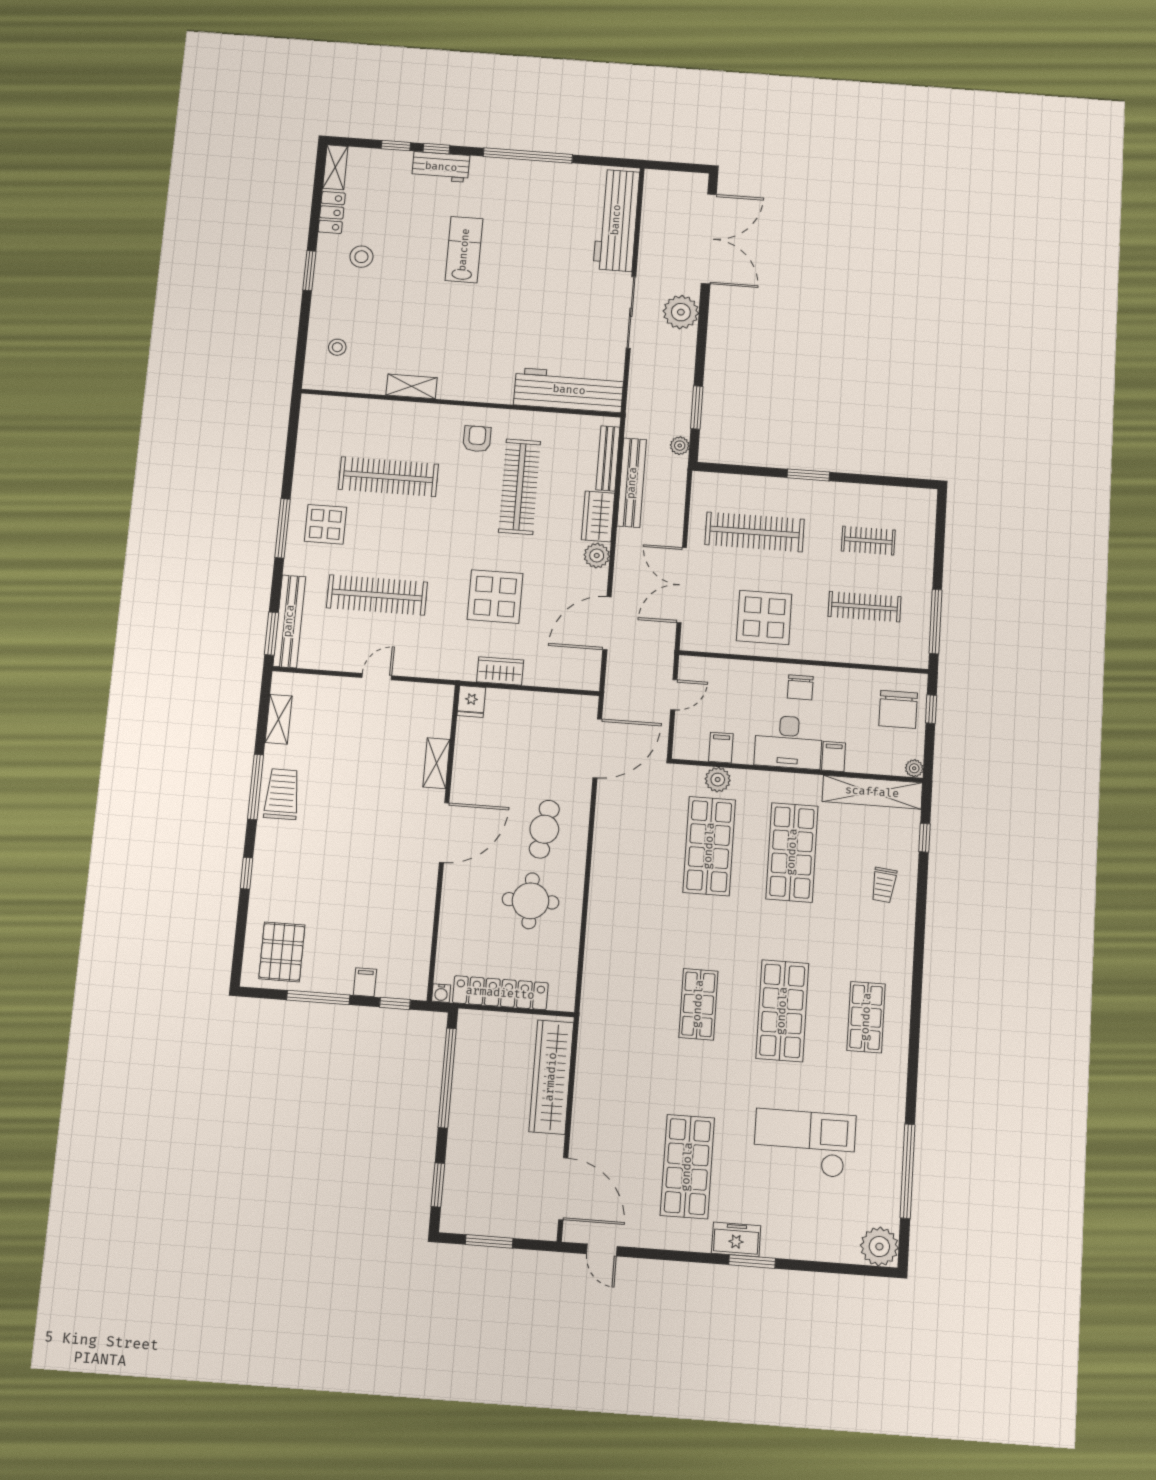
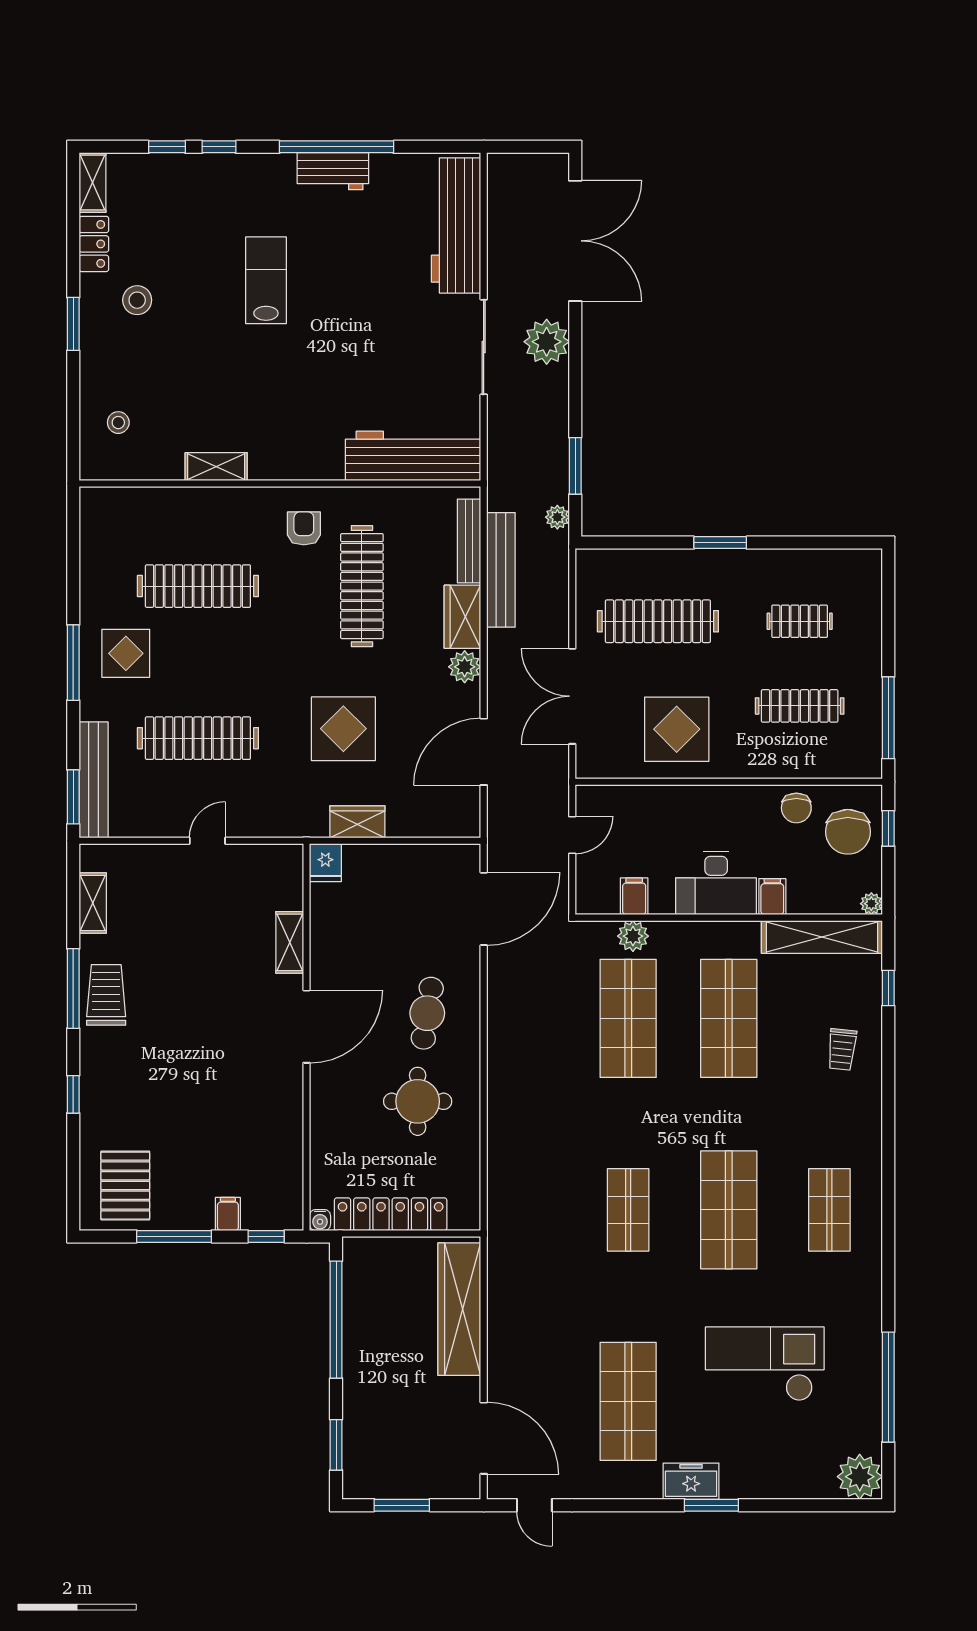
workbench: (441, 167) -> (333, 171), moved
chair: (800, 687) -> (796, 808), moved

